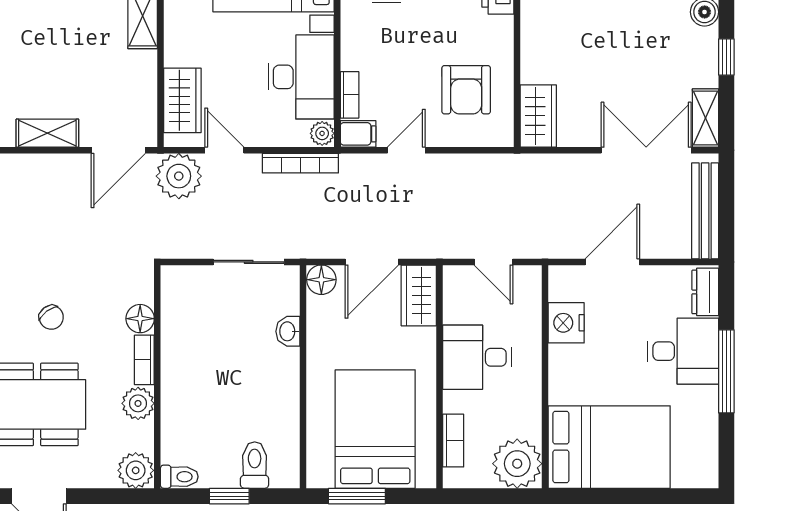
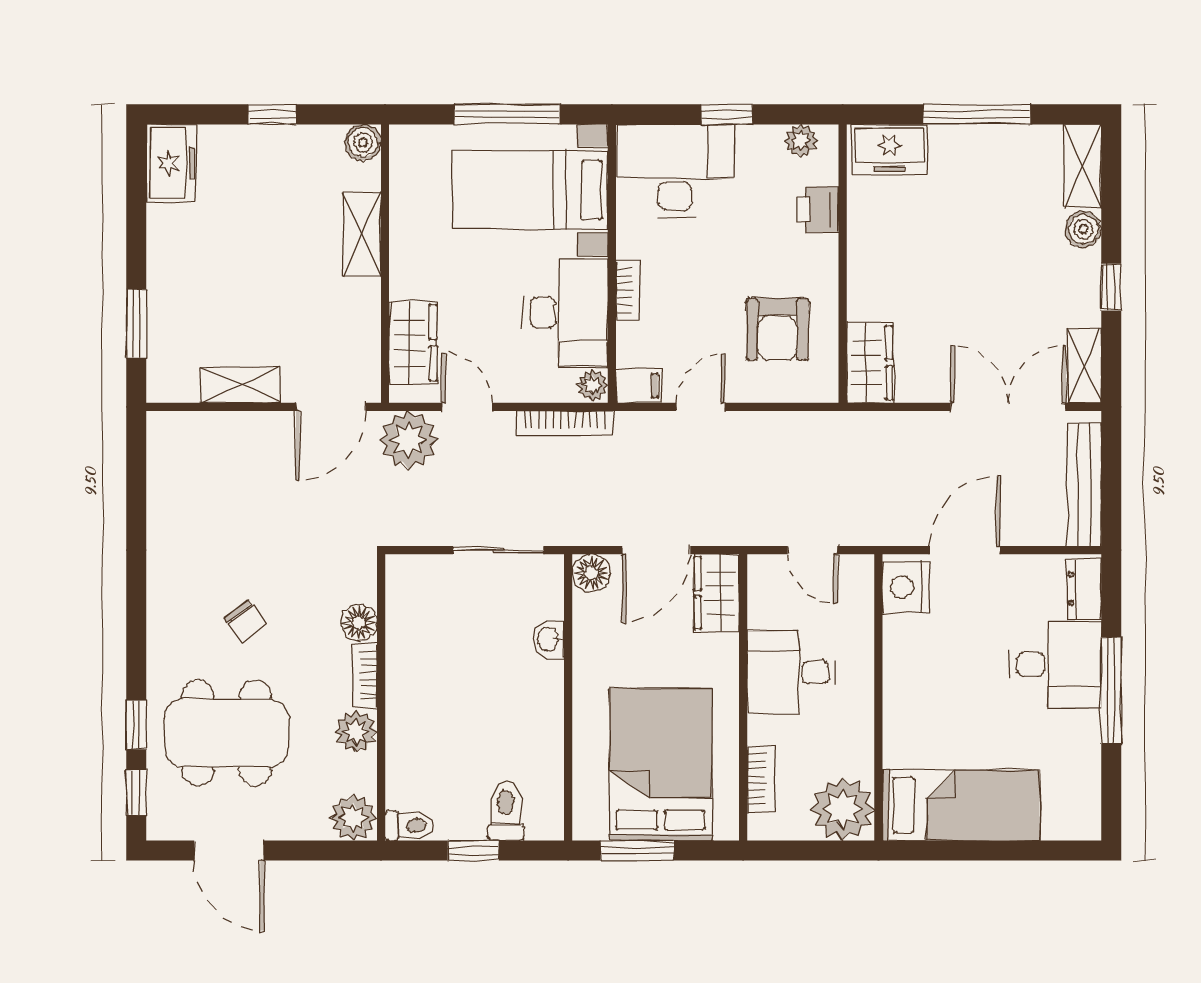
bookcase: (350, 95) -> (628, 290), moved
nightstand: (566, 323) -> (906, 587), moved
bed: (609, 447) -> (961, 805), width x0.67

